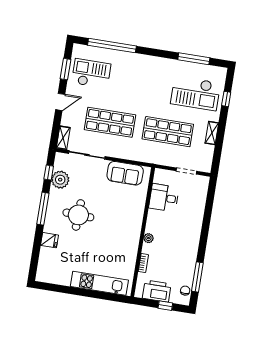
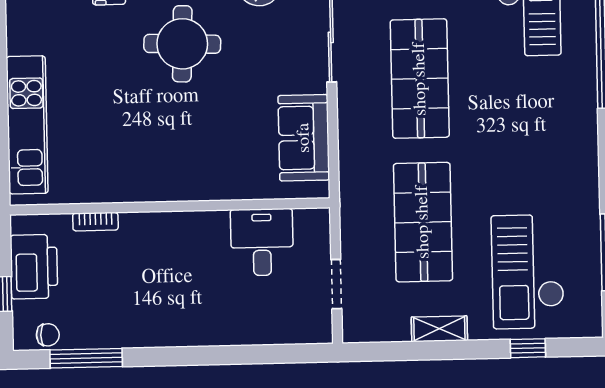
plant: (148, 238) -> (158, 223), removed

